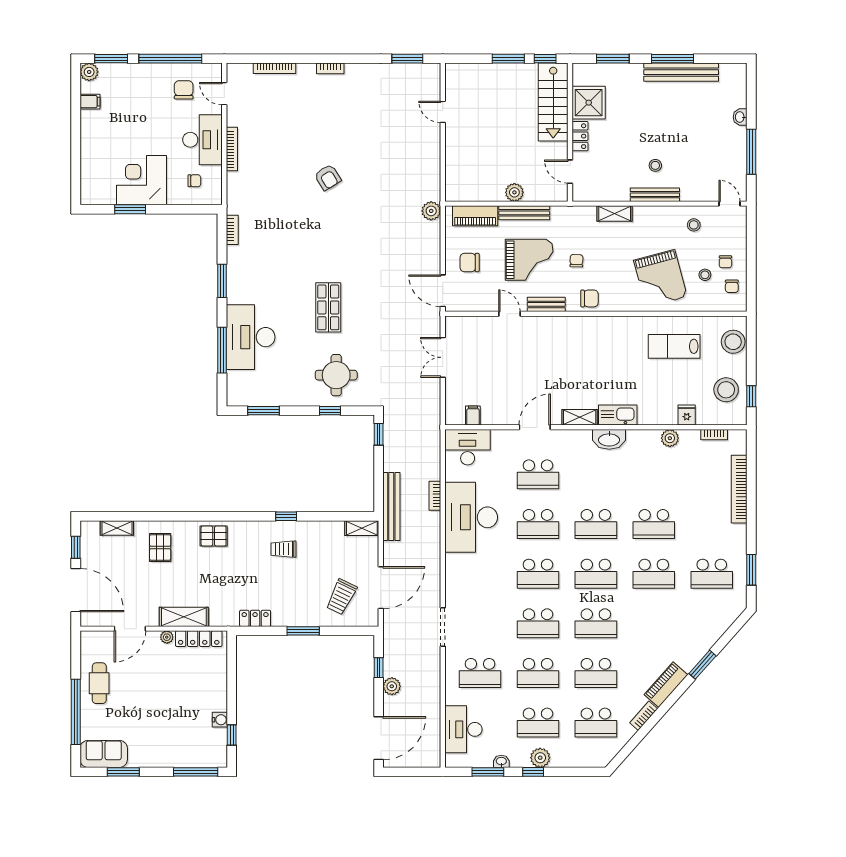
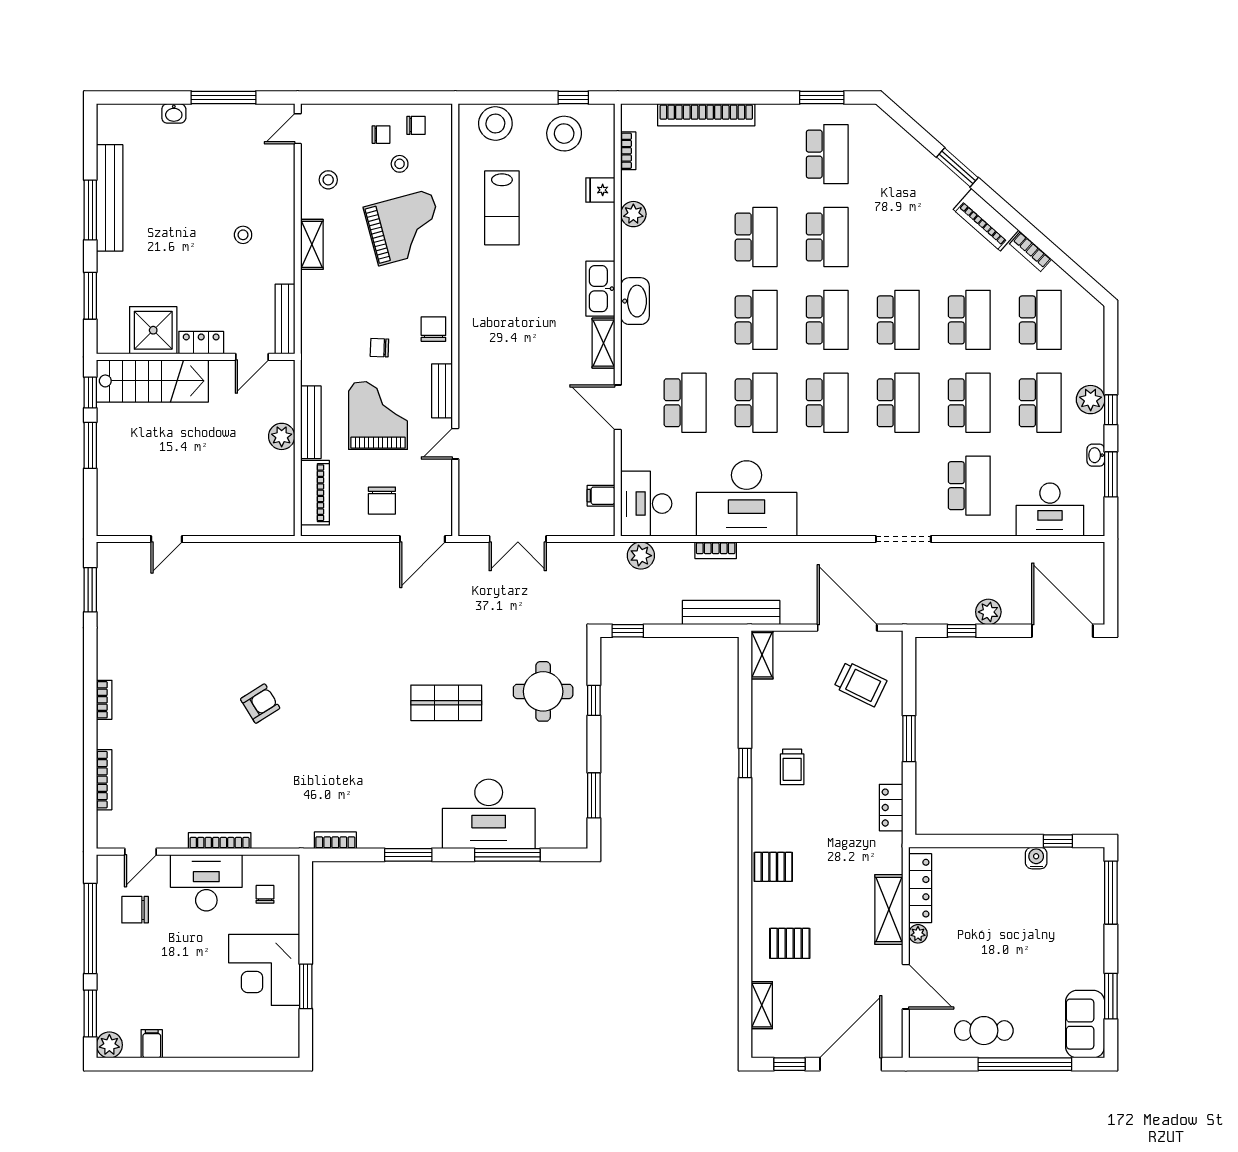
bench: (655, 195) -> (285, 319), moved
plant: (431, 211) -> (641, 556), moved
shelving: (615, 214) -> (312, 244), moved
pallet: (214, 536) -> (773, 867), turned 90

